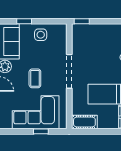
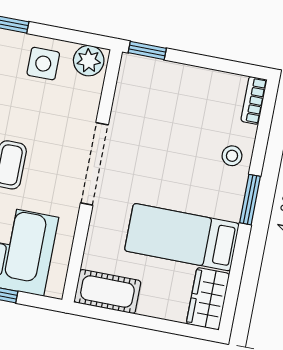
plant: (59, 30) -> (89, 61), added

